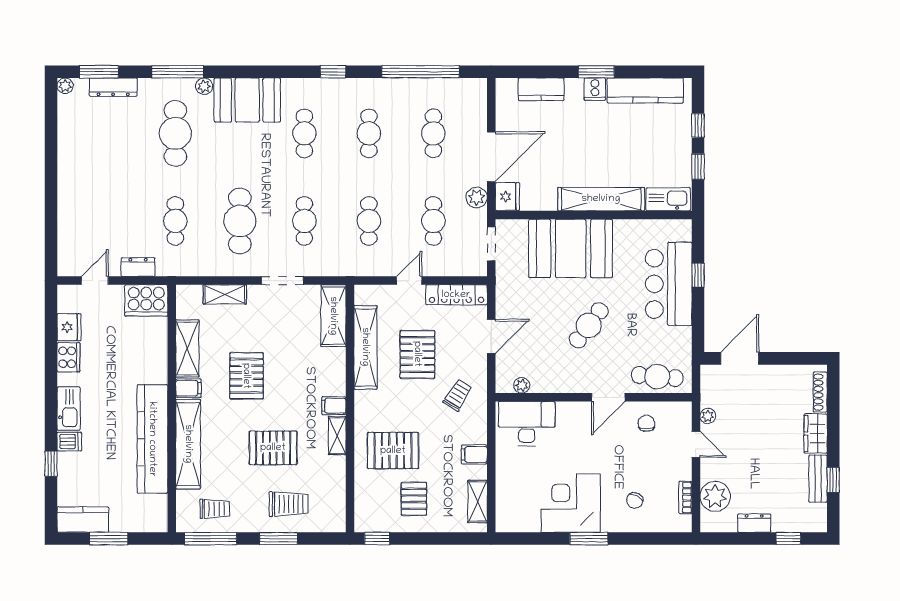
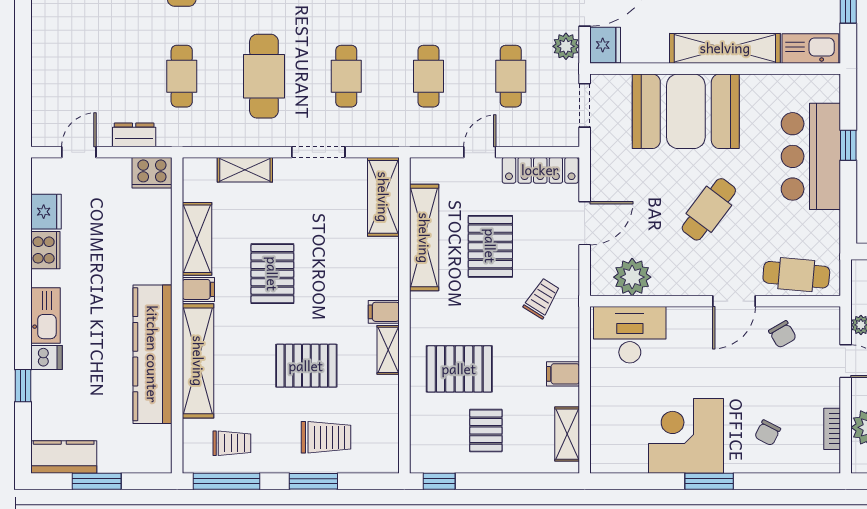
cooker: (146, 300) -> (152, 173), width x0.73, depth x0.76
plant: (522, 385) -> (632, 277), width x1.88, depth x1.88
chair: (646, 423) -> (782, 334), turned 150

